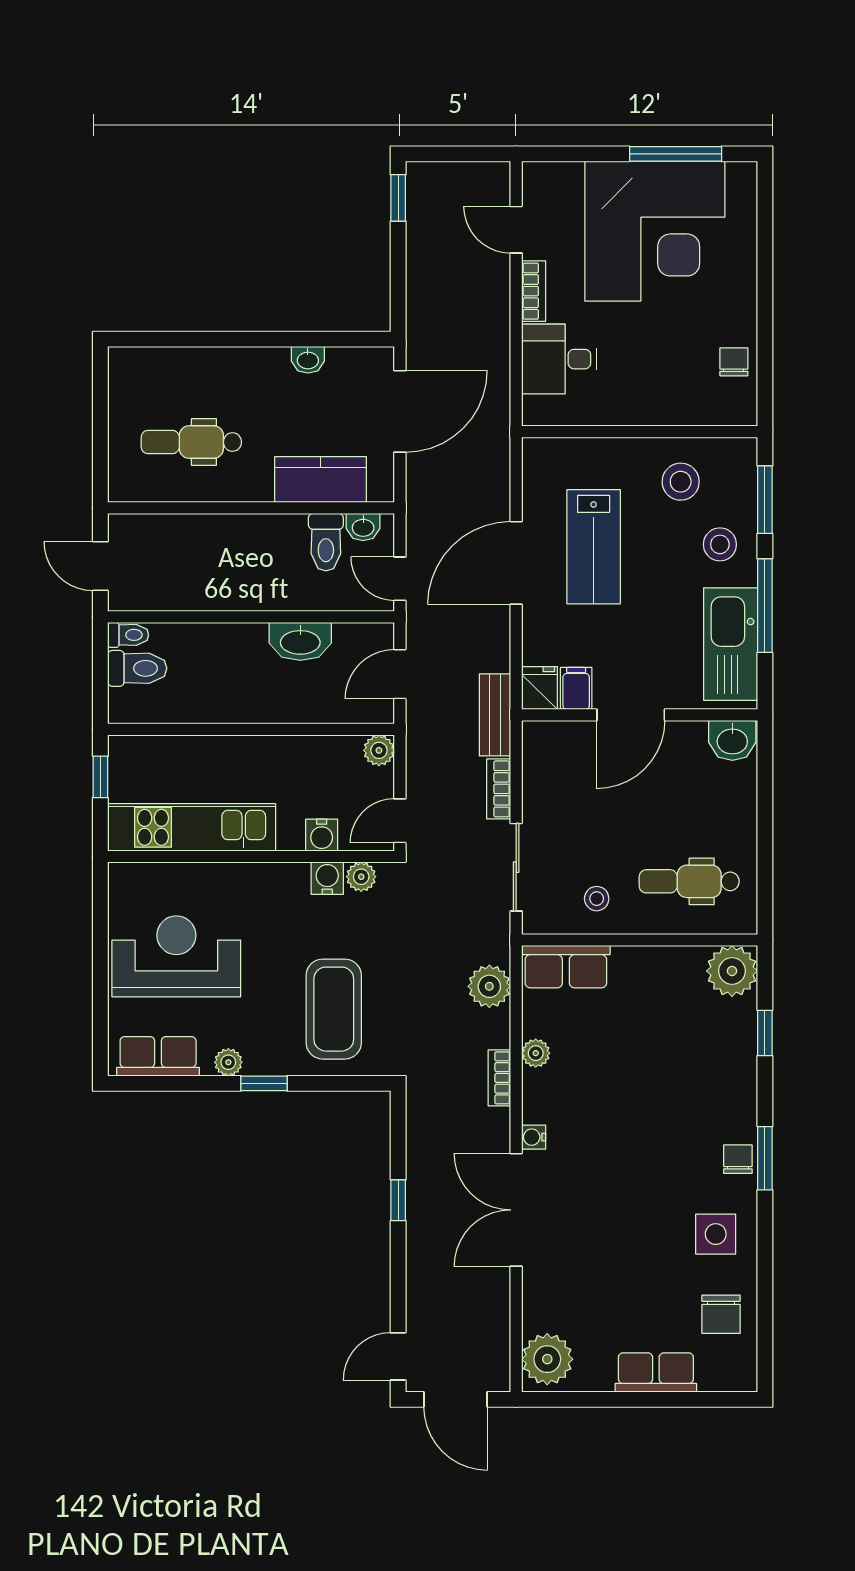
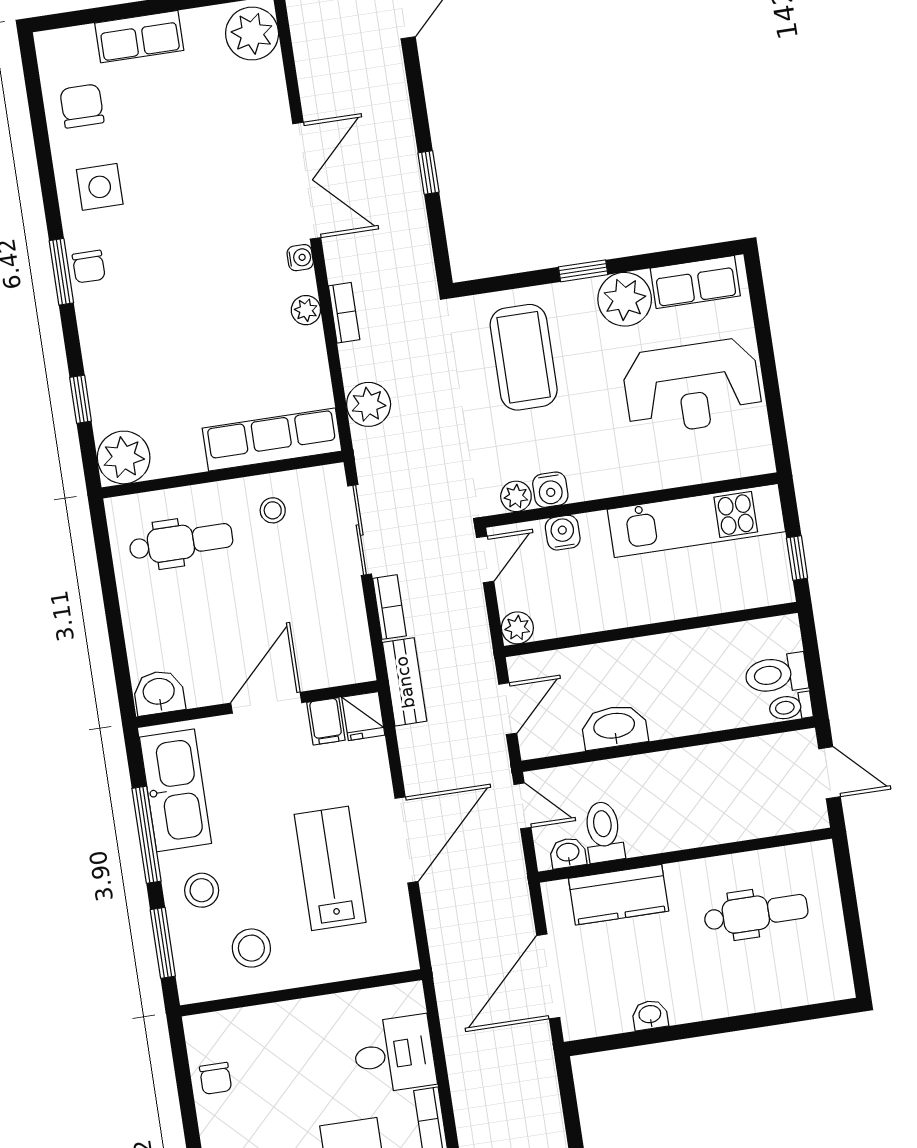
row of seats: (566, 967) -> (272, 440), width x1.48
plant: (536, 1053) -> (306, 310), moved
plant: (228, 1062) -> (625, 299), width x1.88, depth x1.88

